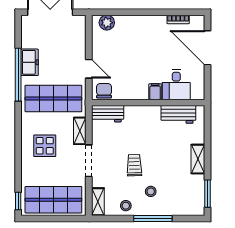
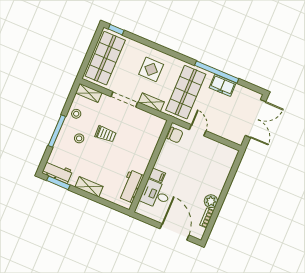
plant: (107, 23) -> (211, 201), moved
door: (207, 48) -> (174, 232), hinge flipped
door: (89, 69) -> (198, 130), swing flipped
workbench: (108, 114) -> (57, 172), moved, turned 90

